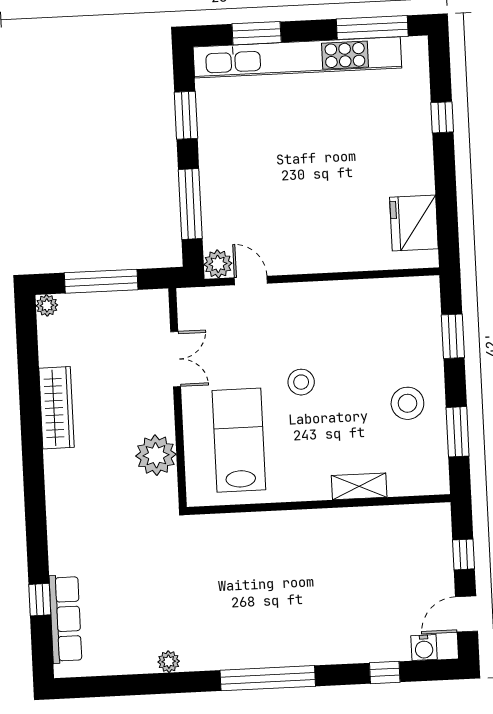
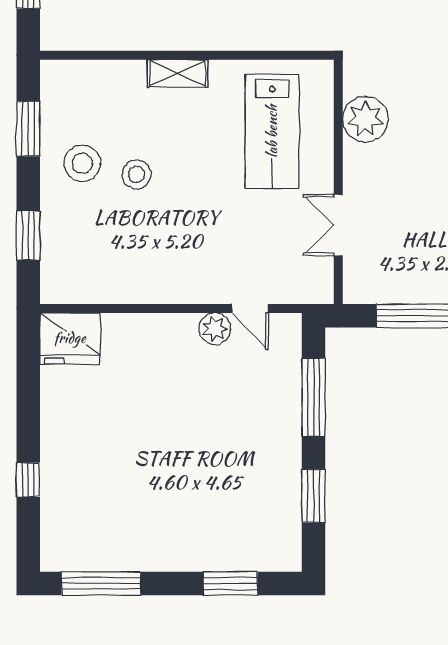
kitchen unit: (297, 57) -> (186, 554), removed
fridge: (414, 223) -> (70, 338), moved, turned 90
plant: (218, 264) -> (215, 329), moved
stool: (301, 382) -> (136, 174), moved
shelving: (359, 486) -> (177, 73), moved

